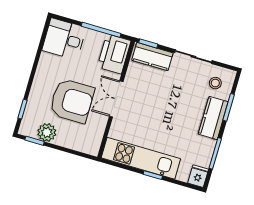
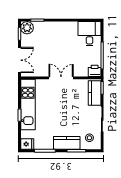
printer: (114, 54) -> (95, 71), width x0.53, depth x0.68
armchair: (72, 101) -> (52, 50), removed
plant: (47, 132) -> (27, 28), moved
double door: (73, 152) -> (19, 60), added

